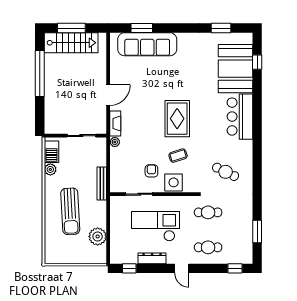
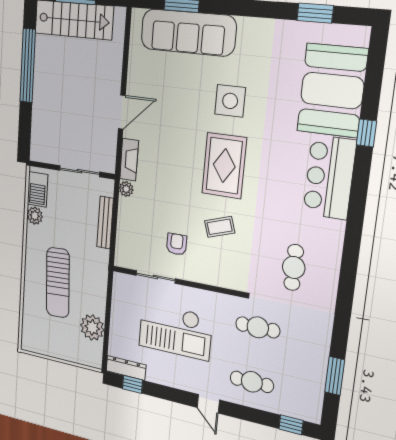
window: (257, 62) -> (366, 133), moved
cafe table: (226, 172) -> (294, 267), turned 64
side table: (174, 182) -> (230, 101), moved
bench: (102, 184) -> (105, 223), moved
checkout: (155, 226) -> (175, 331), turned 180
dresser: (152, 258) -> (126, 368), moved

